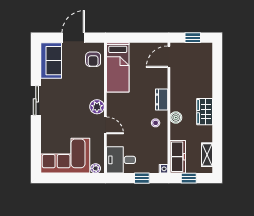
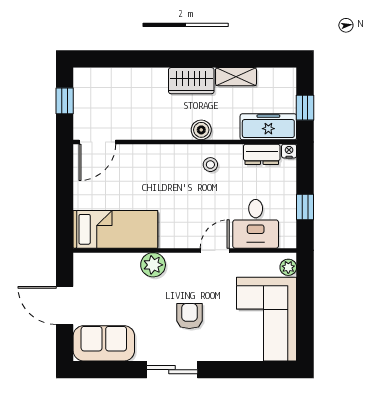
door: (169, 57) -> (97, 142), hinge flipped
armchair: (93, 59) -> (189, 316), moved, turned -90
dresser: (162, 99) -> (262, 154), moved
plant: (97, 107) -> (153, 265), moved
shelving: (207, 155) -> (236, 77), moved
desk: (121, 160) -> (256, 224), moved
window: (142, 178) -> (305, 207), moved

